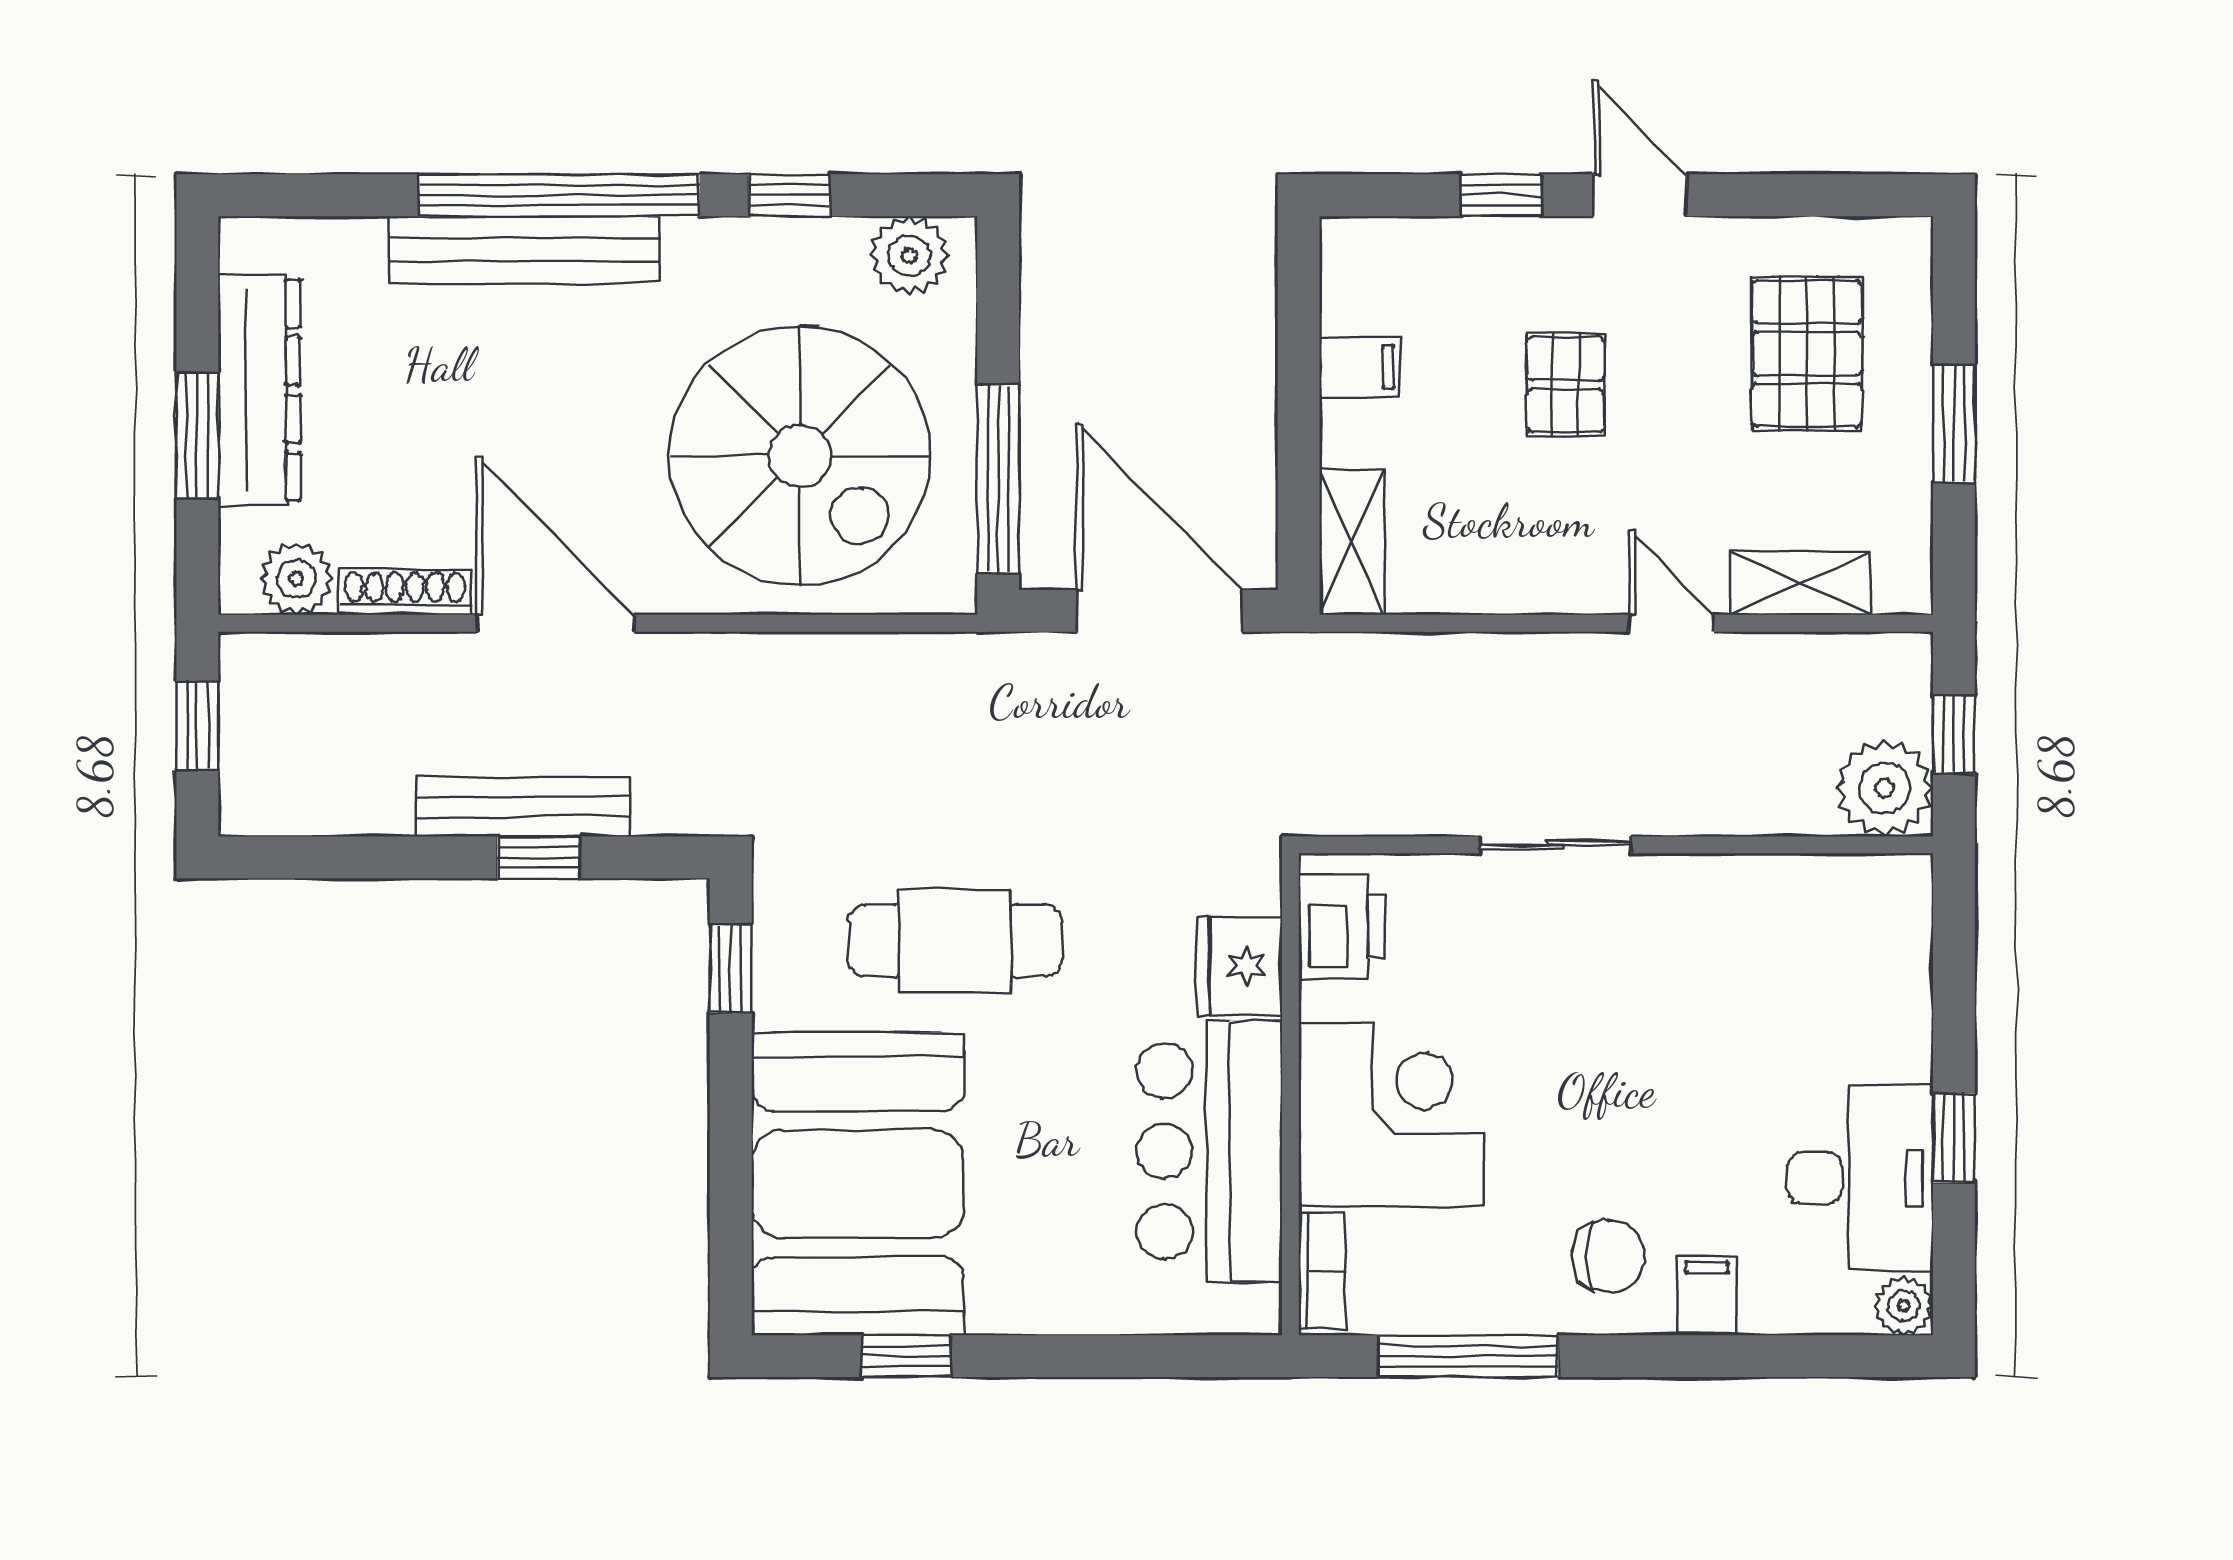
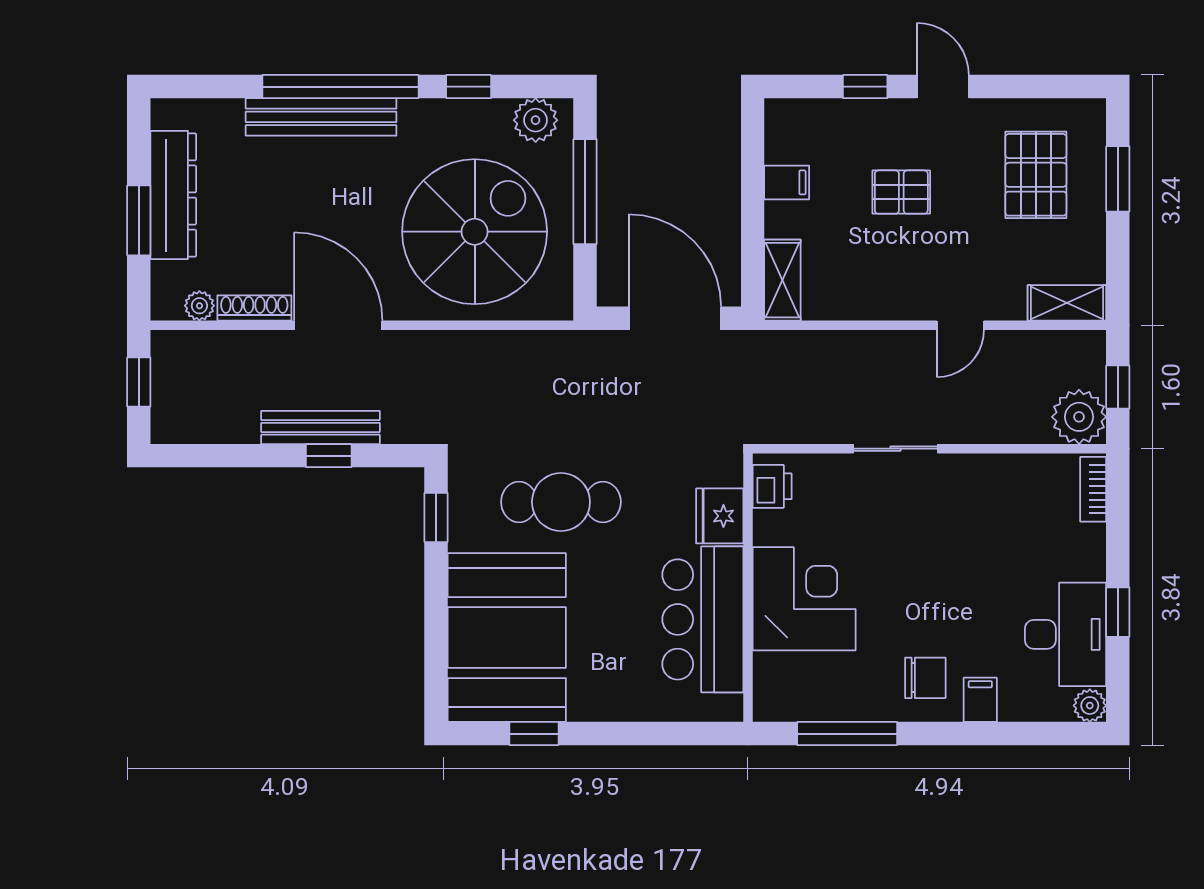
pallet: (1565, 385) -> (901, 192), turned 90
window: (1954, 423) -> (1118, 179), moved
spiral stairs: (800, 456) -> (475, 232), turned -90
window: (998, 479) -> (585, 192), moved
plant: (296, 578) -> (199, 306), width x0.73, depth x0.73
shelving: (1801, 583) -> (1067, 303), moved
door: (1671, 623) -> (960, 325), swing flipped
printer: (1342, 927) -> (772, 486), width x0.73, depth x0.81
bookcase: (1322, 1270) -> (1093, 489), moved, turned 180

